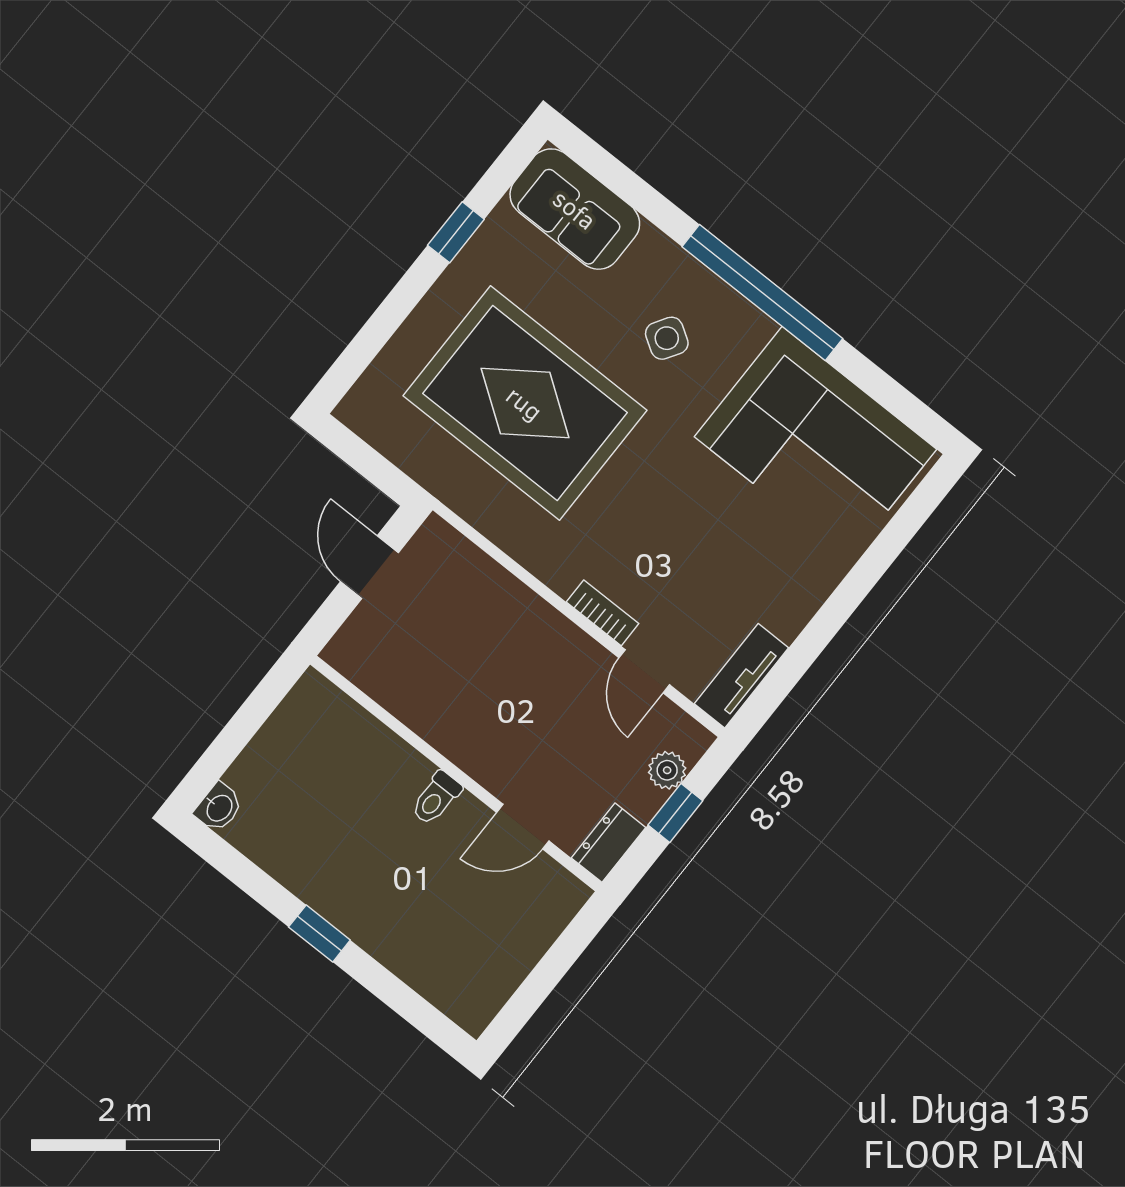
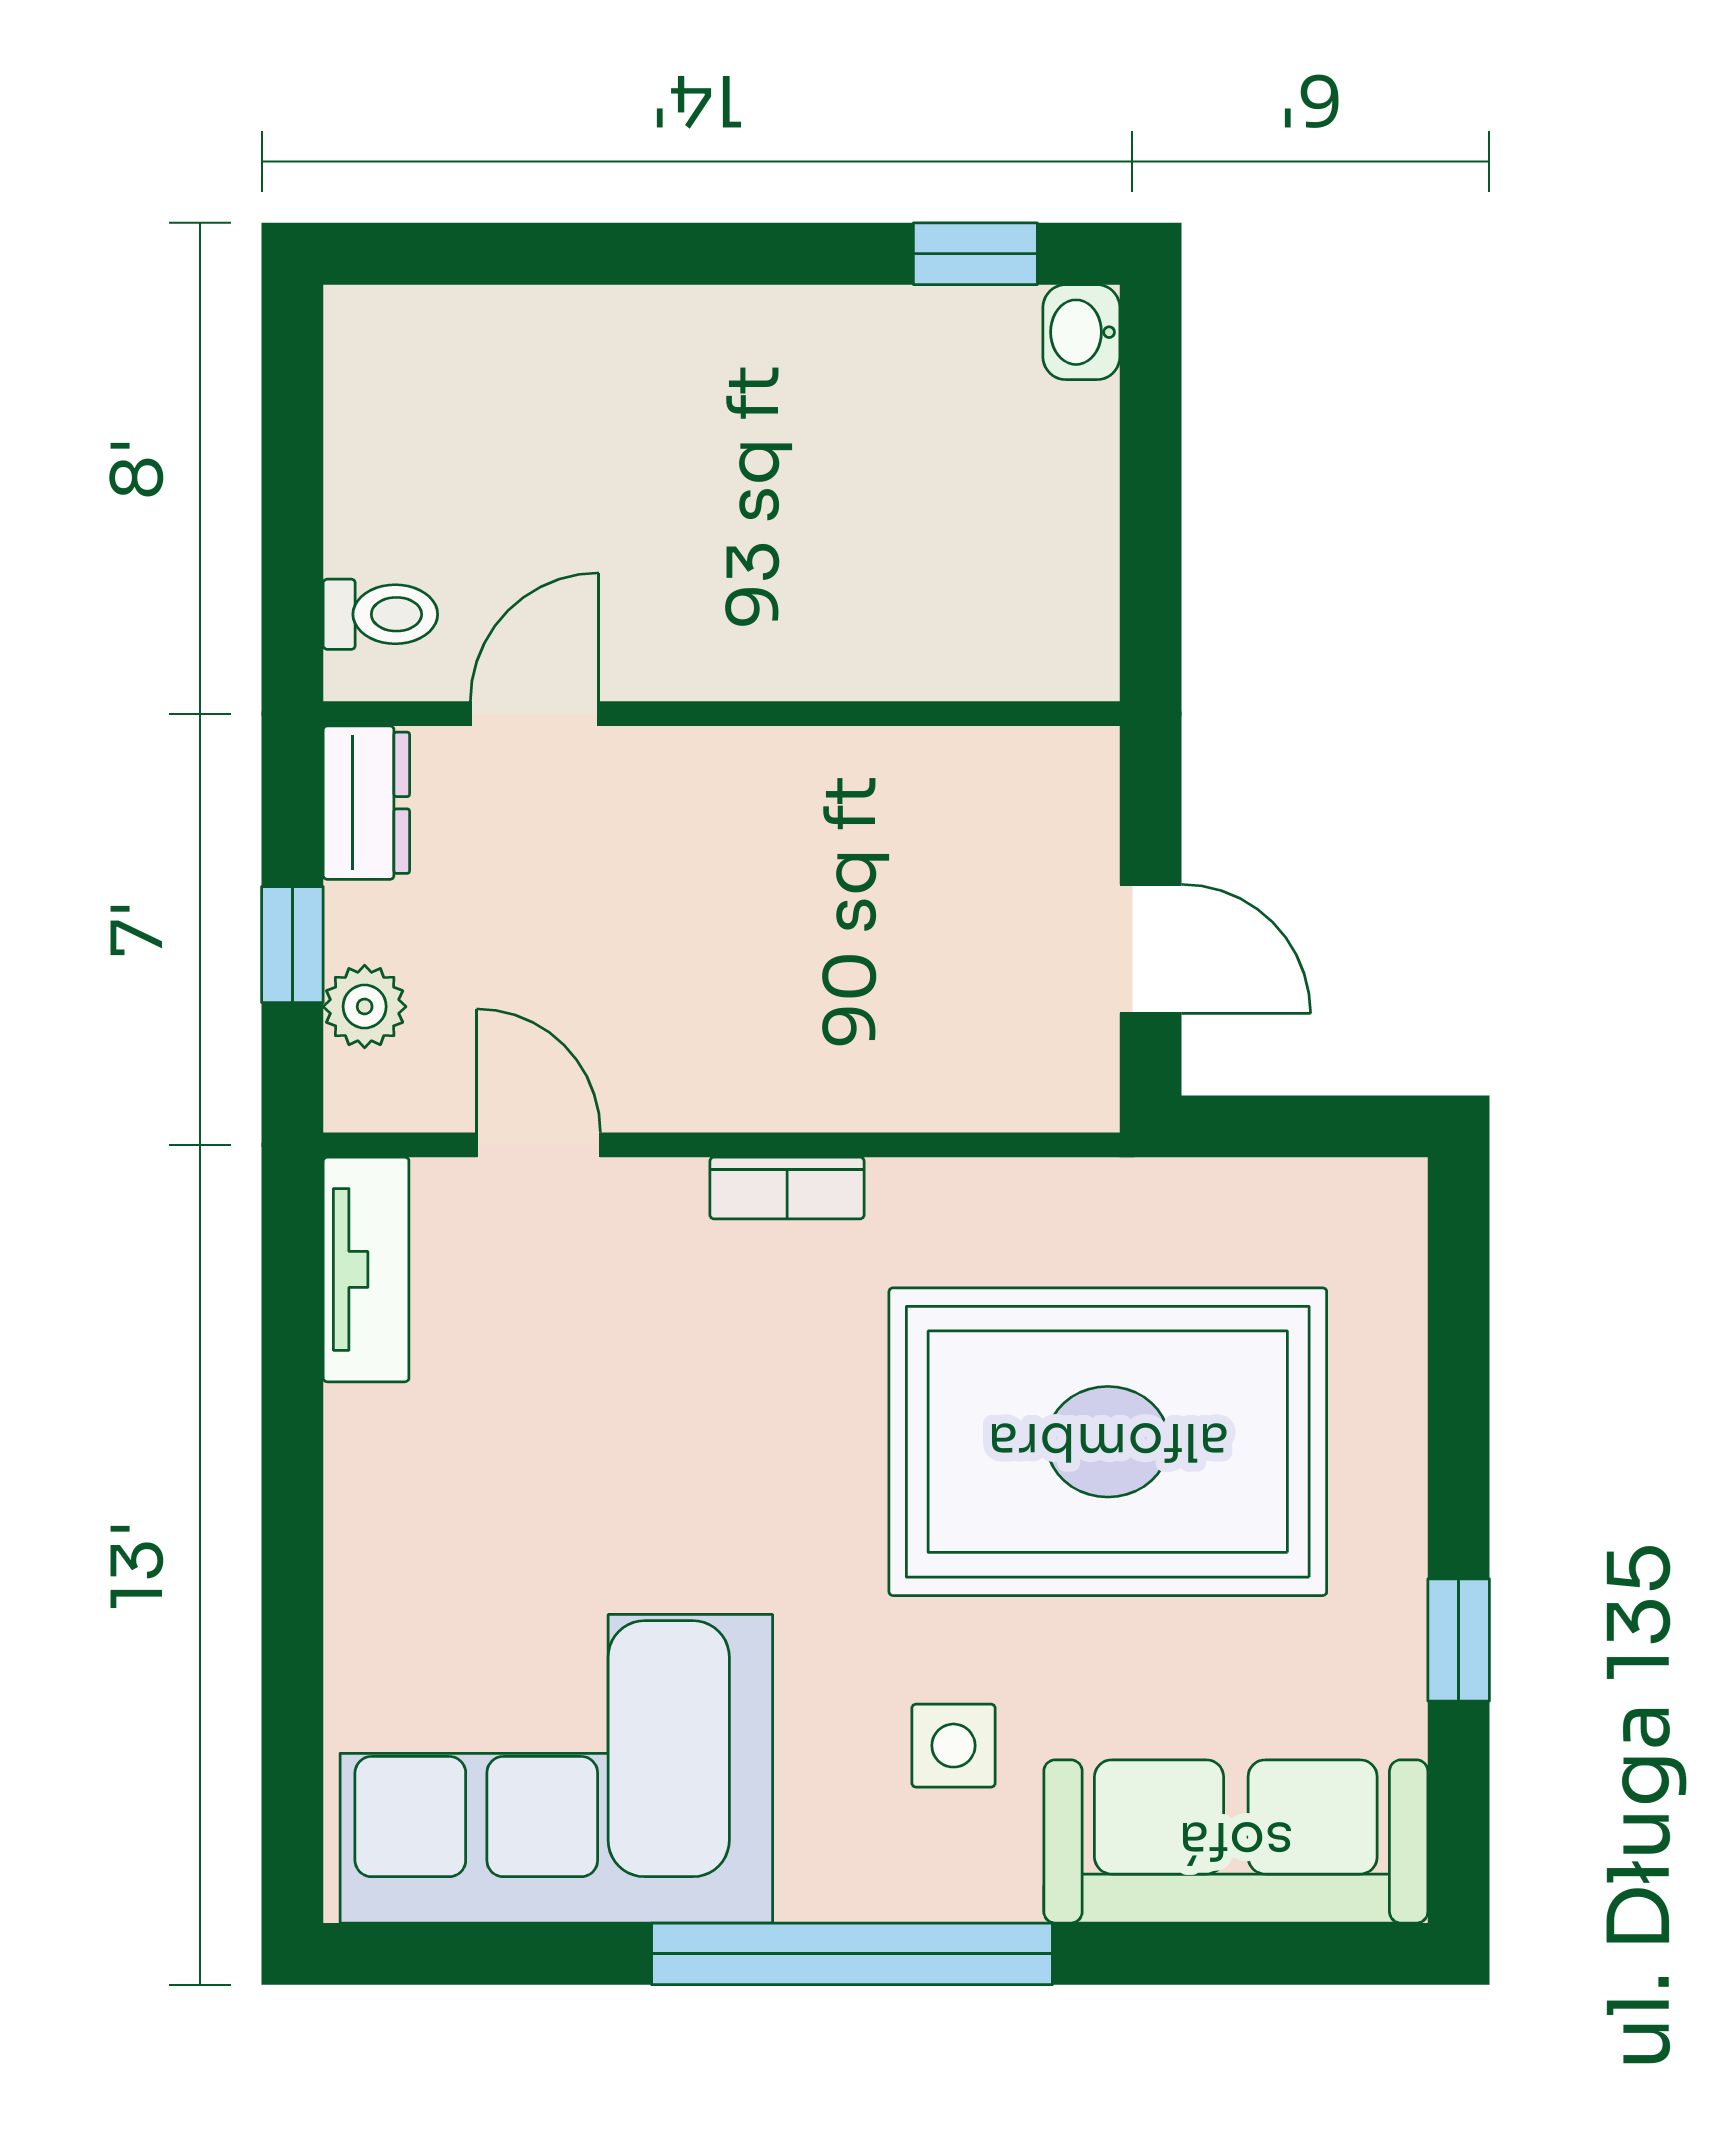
sofa: (575, 209) -> (1236, 1841), width x1.36
side table: (667, 338) -> (953, 1746), turned -32
bookcase: (602, 613) -> (787, 1188), moved
toilet: (436, 798) -> (380, 614), moved, turned 90
window: (319, 934) -> (975, 254), moved

